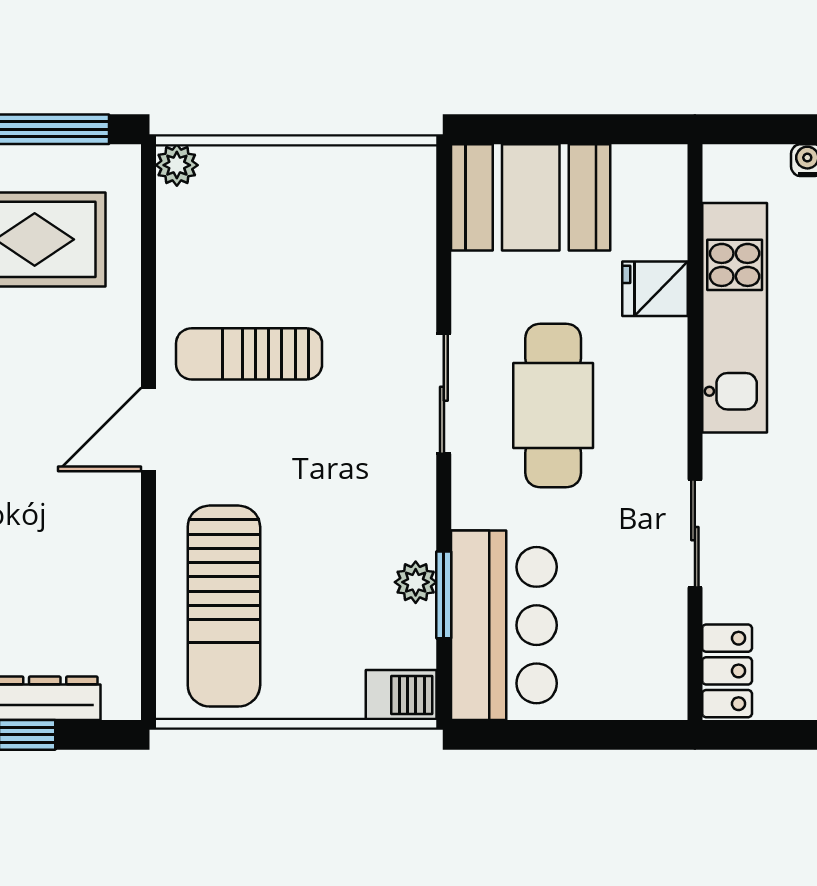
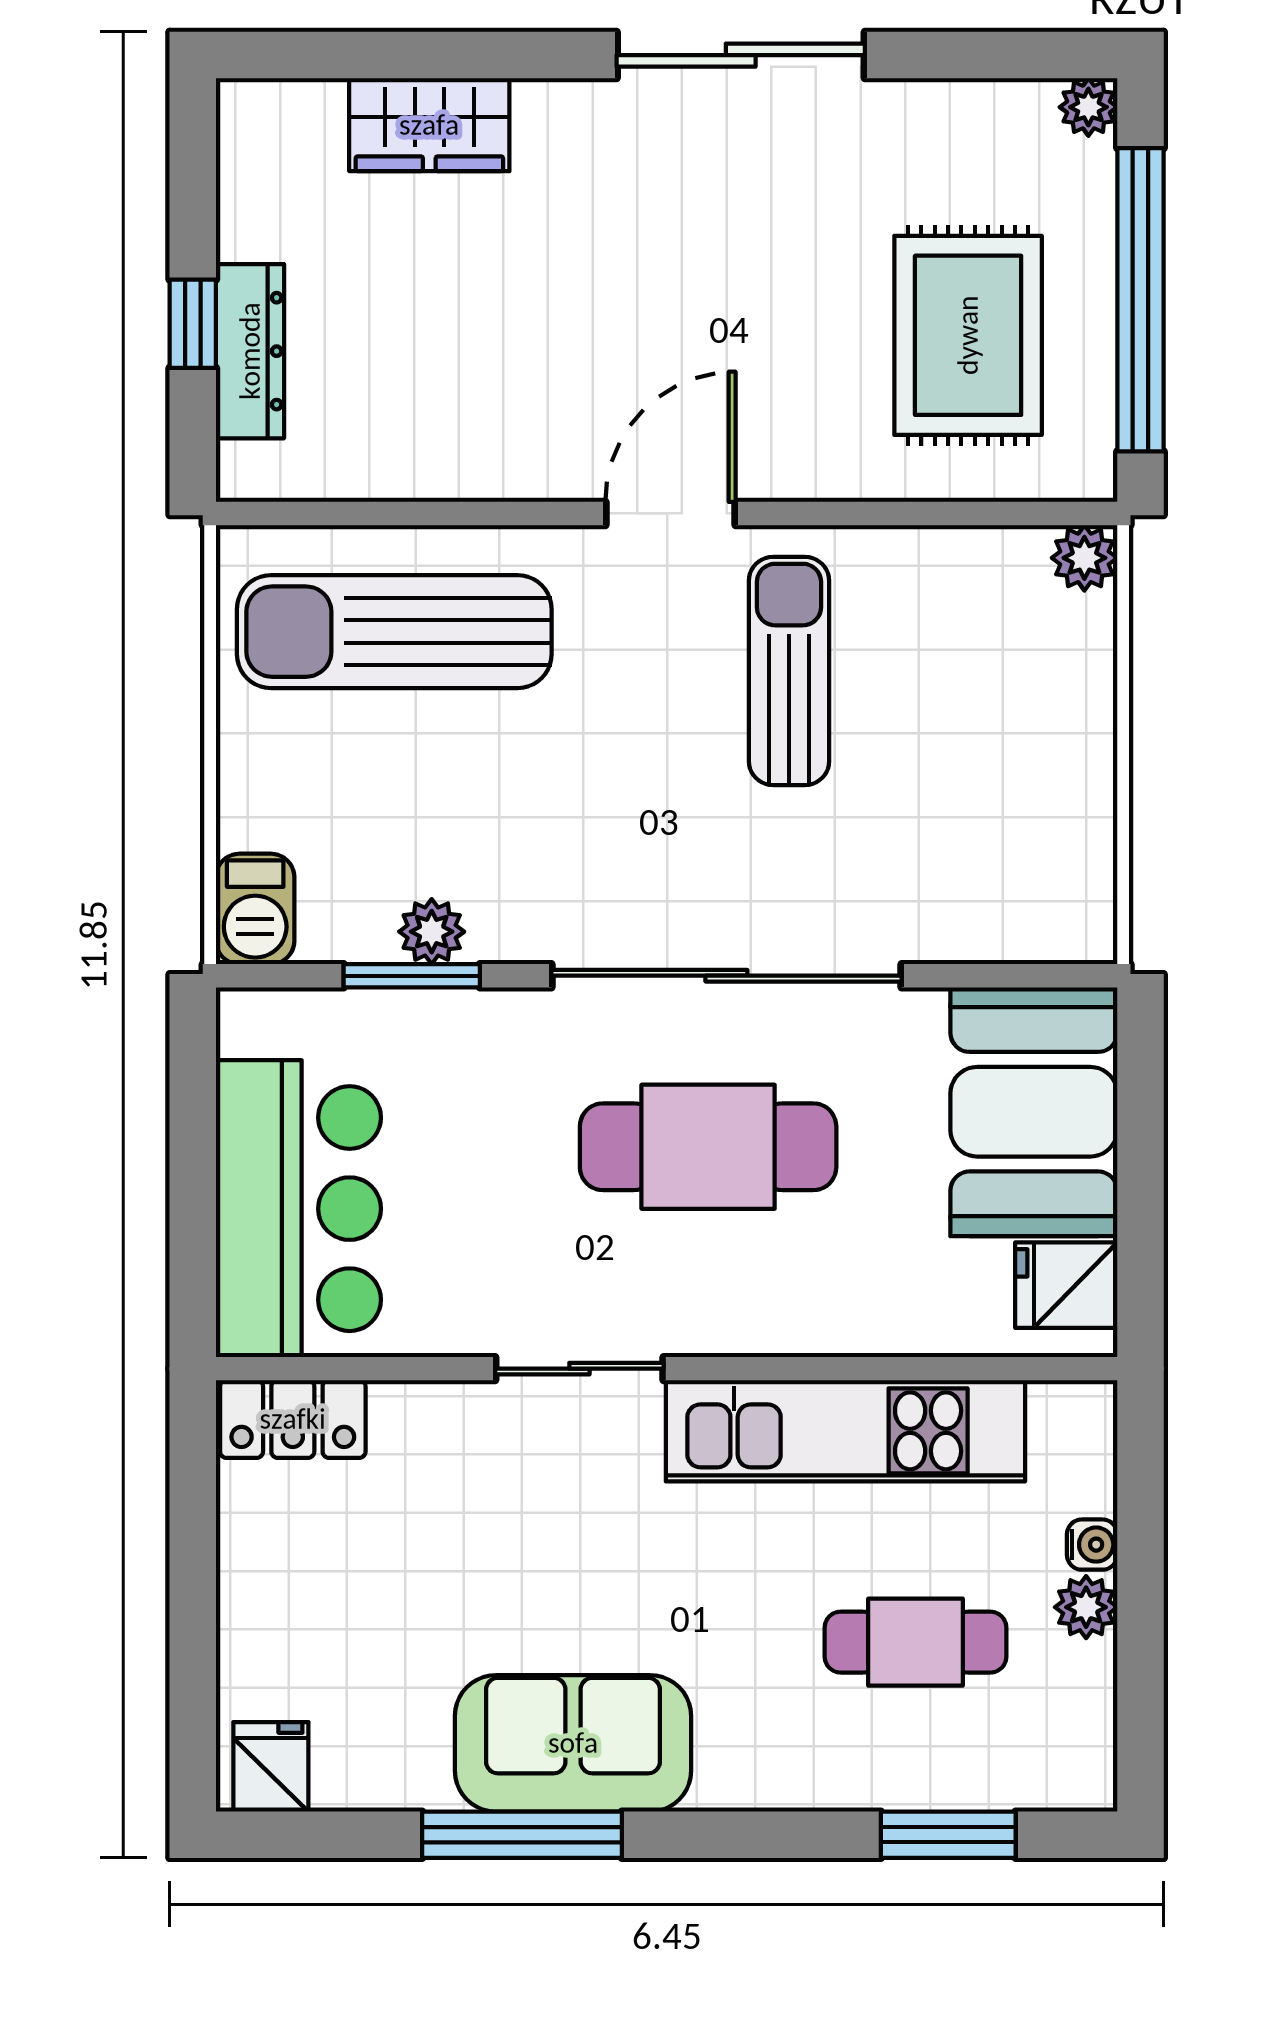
fridge: (655, 289) -> (1066, 1285), moved, turned -90
sliding door: (444, 394) -> (726, 976), width x1.86
door: (148, 430) -> (670, 513), hinge flipped
sliding door: (695, 534) -> (579, 1369), moved
bar counter: (504, 625) -> (298, 1209), moved, turned -90

